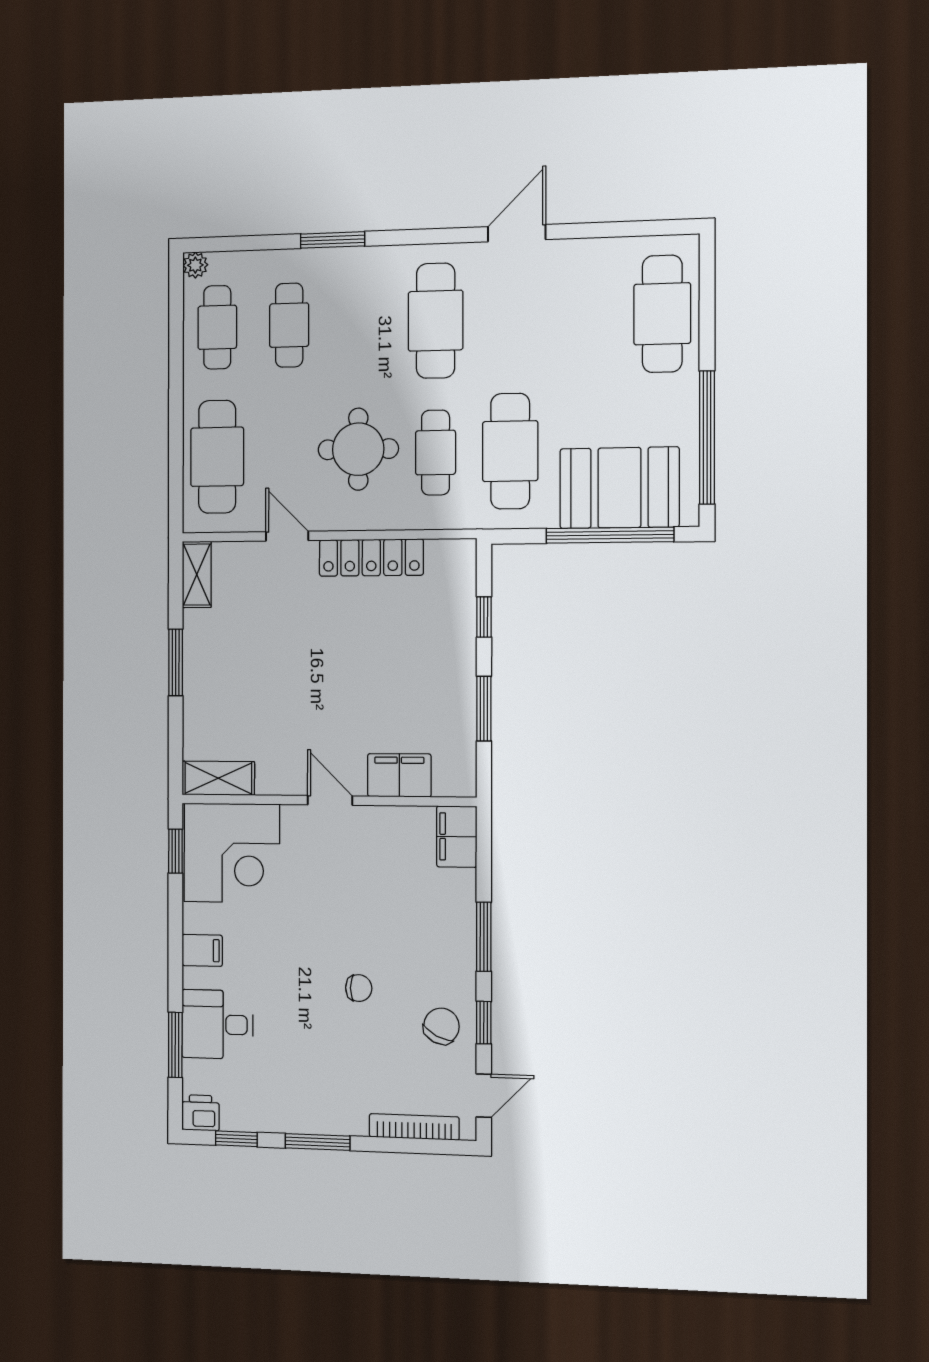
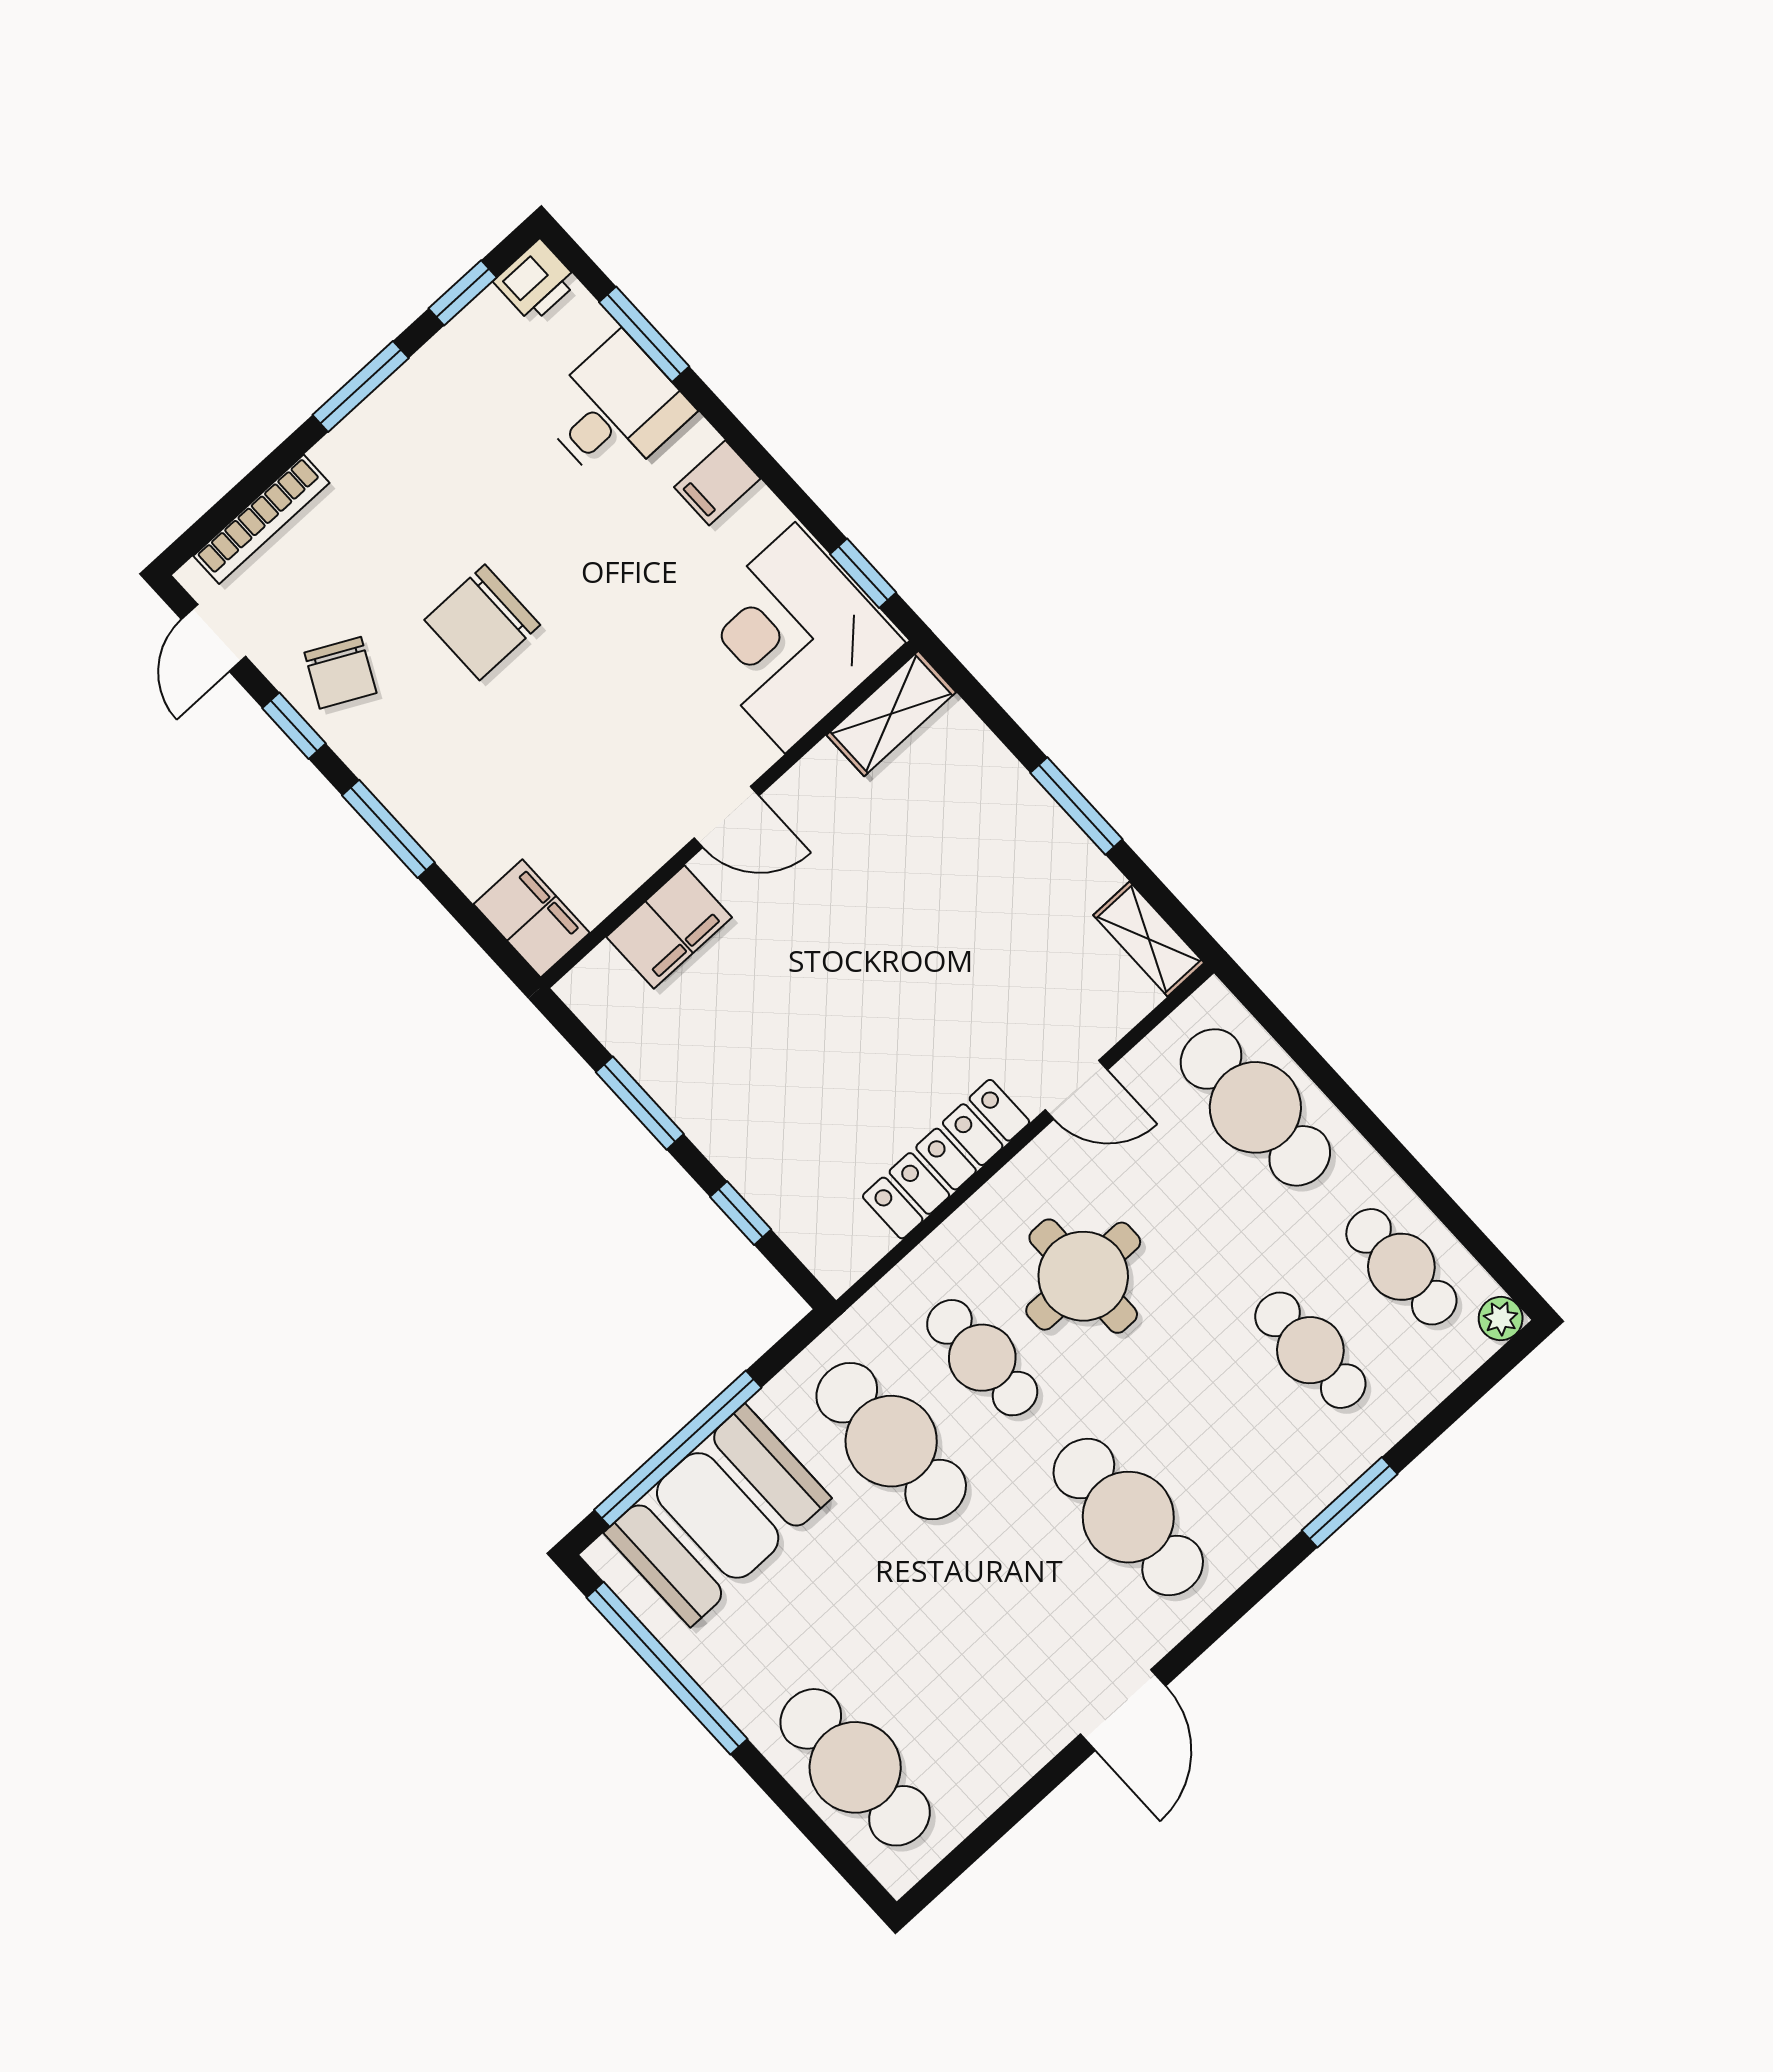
chair: (359, 988) -> (482, 622), width x1.87, depth x1.87

